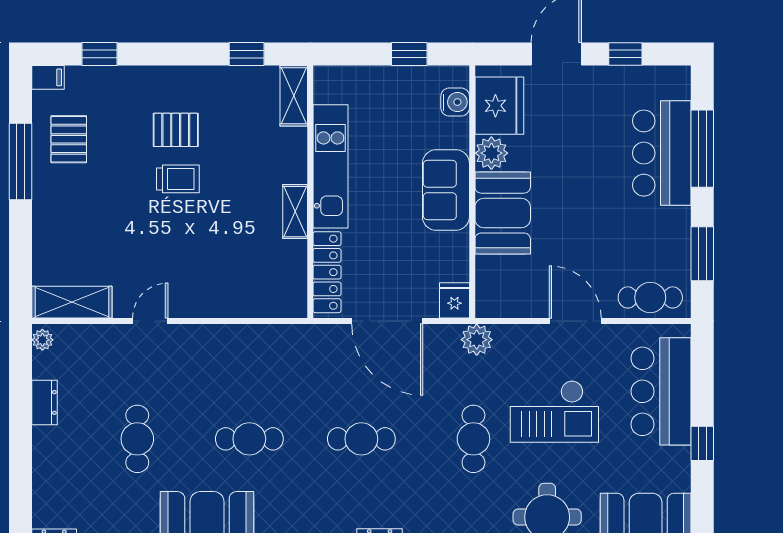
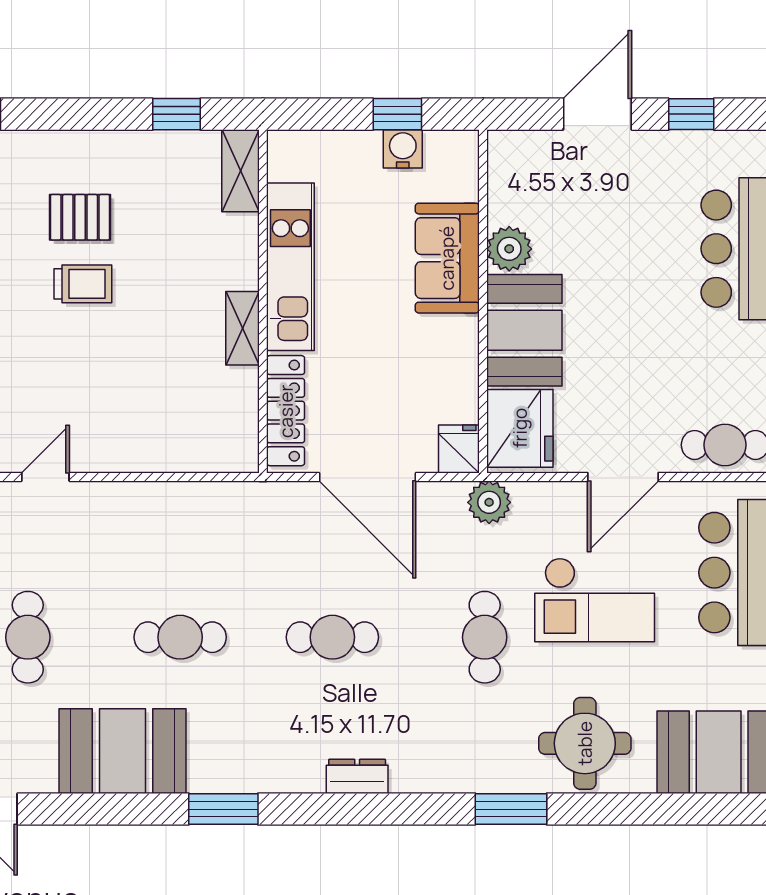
water cooler: (455, 102) -> (403, 149), moved, turned -90
fridge: (499, 106) -> (520, 428), moved
sofa: (446, 190) -> (447, 258), moved
door: (575, 321) -> (623, 477), swing flipped

